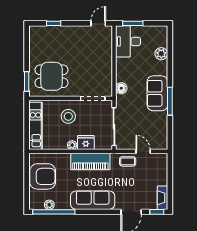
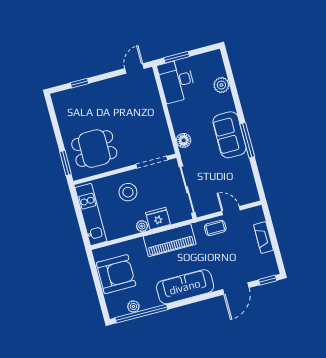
fireplace: (162, 198) -> (264, 237), moved

